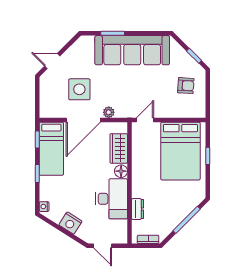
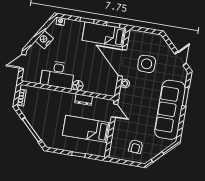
door: (52, 61) -> (181, 59), moved
wardrobe: (119, 148) -> (96, 87), removed
bed: (180, 151) -> (87, 129), width x0.67
dresser: (138, 209) -> (84, 100), moved

